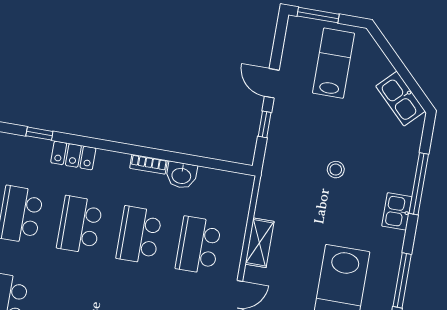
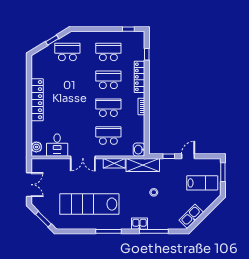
locker: (73, 155) -> (140, 77), width x1.53
washbasin: (181, 175) -> (139, 150), moved
shelving: (274, 183) -> (143, 165), added

